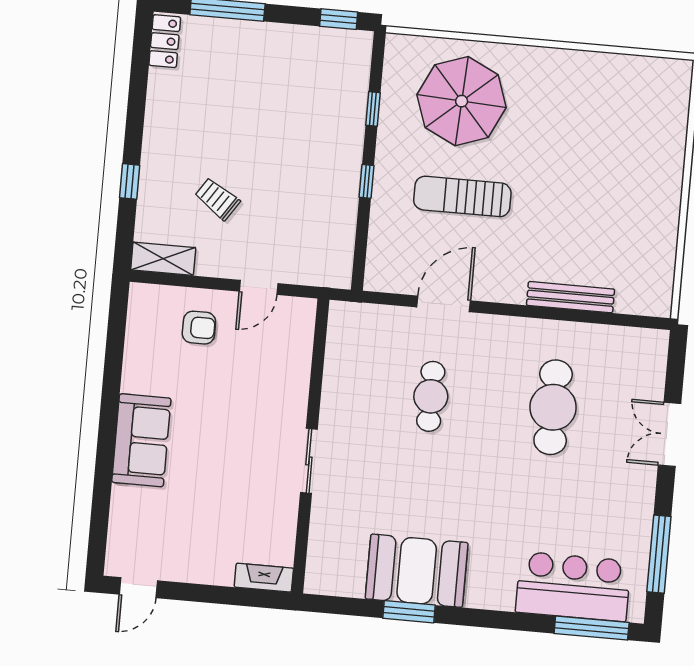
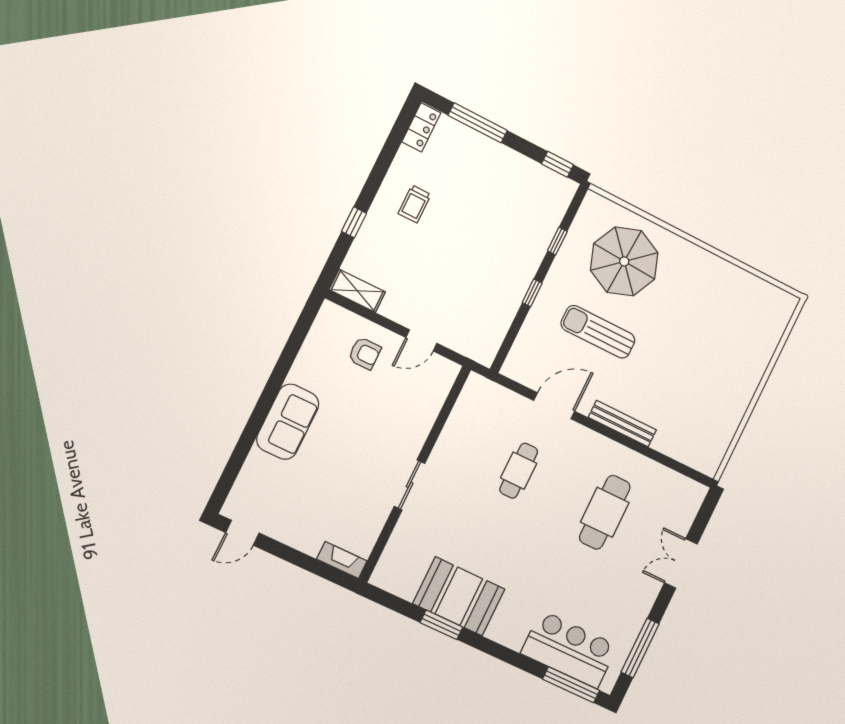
trolley: (217, 199) -> (414, 204), moved, turned -124
bench: (570, 297) -> (622, 424), moved

